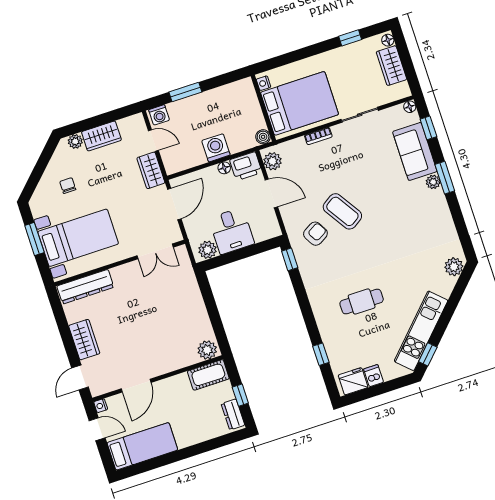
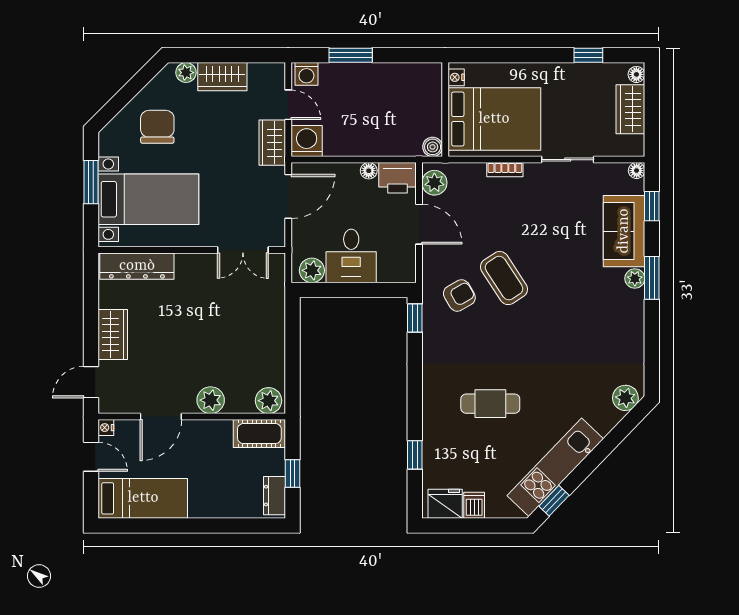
washing machine: (216, 148) -> (307, 141), moved
chair: (68, 186) -> (157, 127), width x1.87, depth x1.87
plant: (167, 363) -> (211, 400), added

